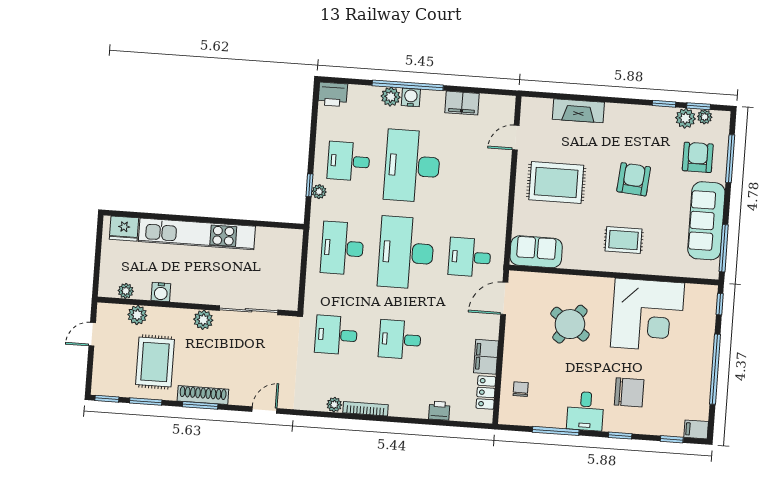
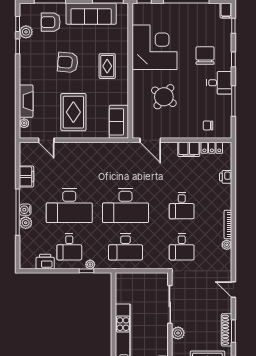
printer: (333, 94) -> (45, 262), moved, turned -90
plant: (705, 117) -> (24, 123), moved
desk: (470, 257) -> (125, 164), removed

